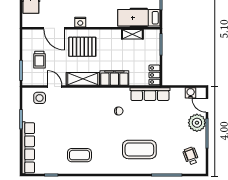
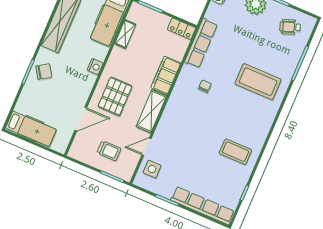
nightstand: (80, 22) -> (95, 67), moved
coffee table: (139, 149) -> (258, 82), turned 90
coffee table: (79, 155) -> (235, 152), turned 90

